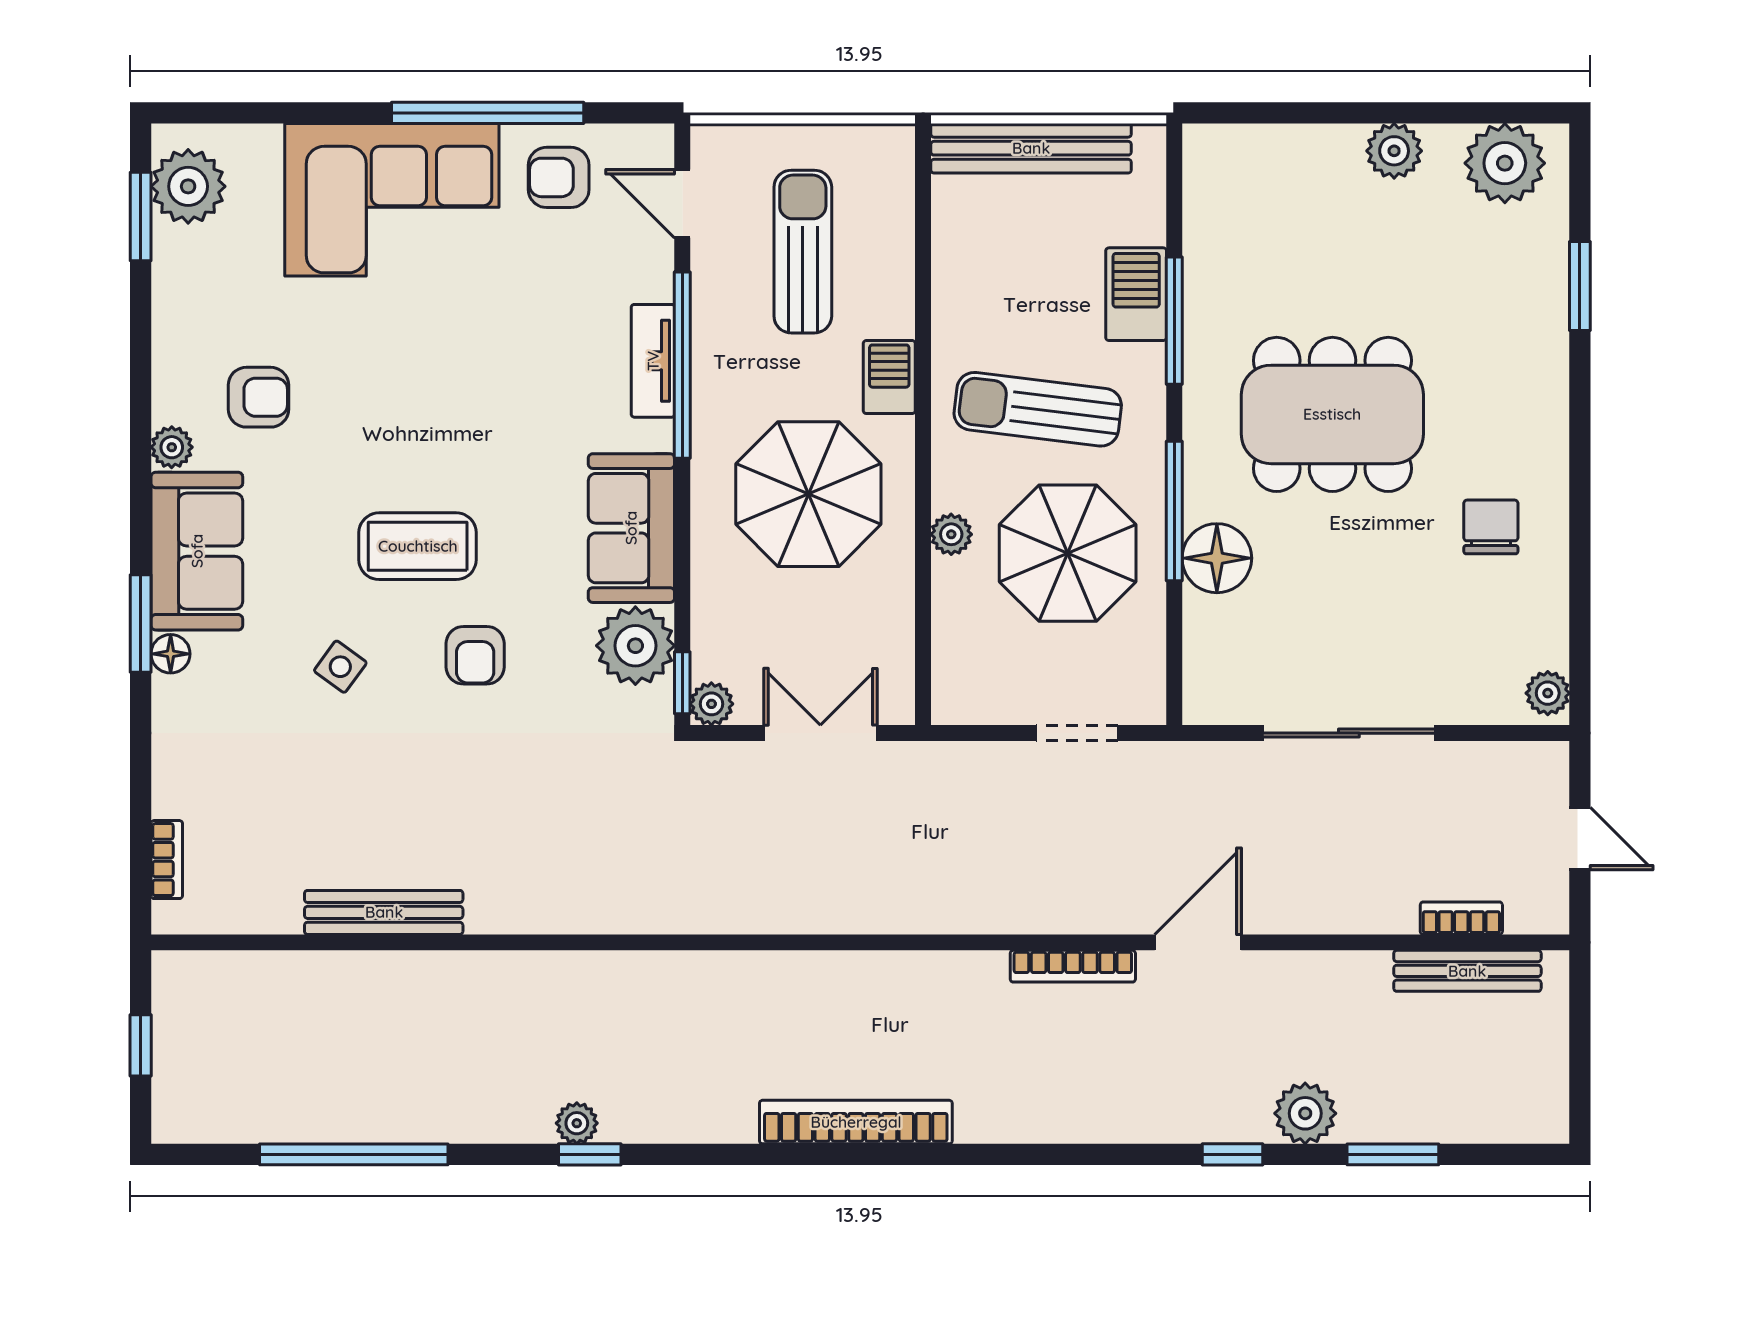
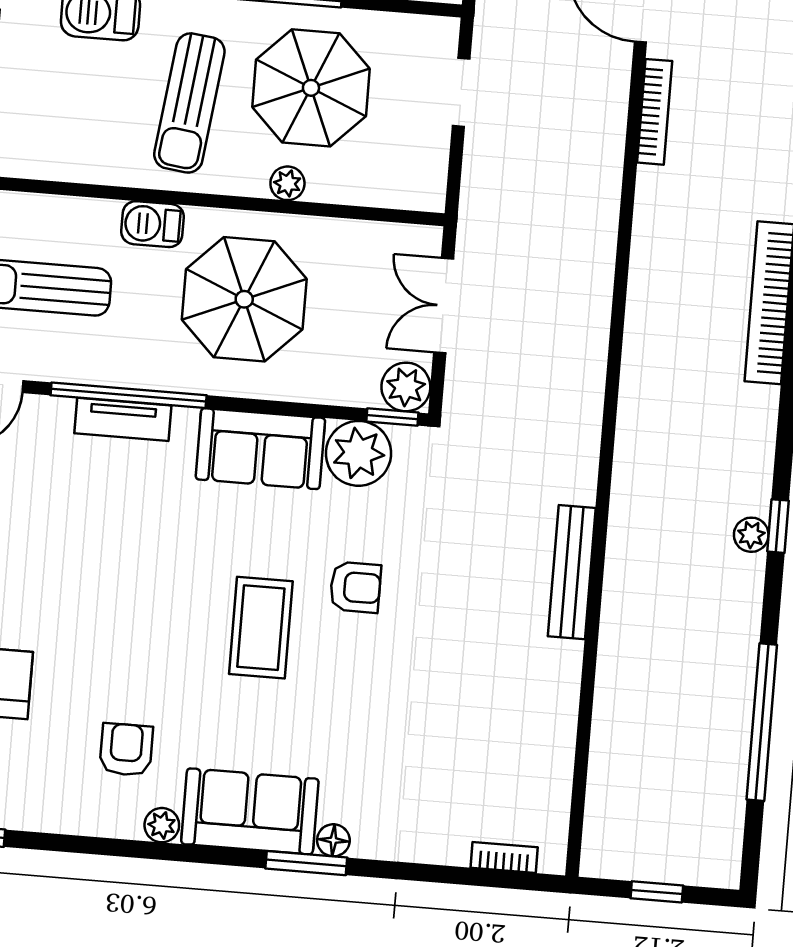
side table: (340, 667) -> (356, 700), removed
plant: (711, 704) -> (406, 387), width x1.38, depth x1.38
bench: (384, 912) -> (572, 572), moved

